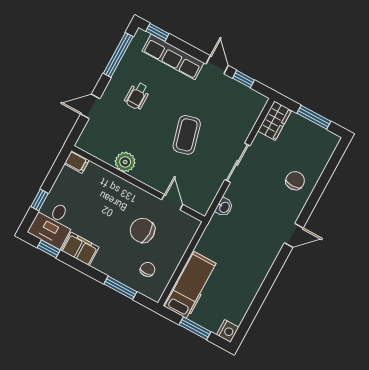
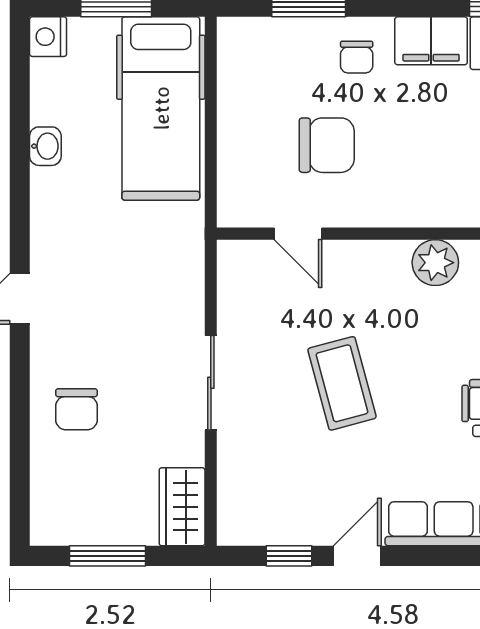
door: (217, 65) -> (357, 556), swing flipped
washbasin: (224, 207) -> (45, 146), moved, turned 180
chair: (148, 269) -> (357, 57), moved
hospital bed: (190, 285) -> (161, 108), width x1.37, depth x1.29

